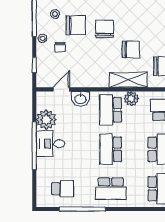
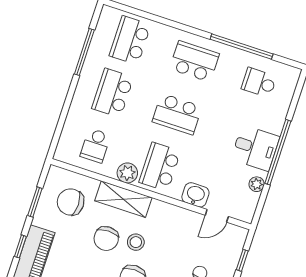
chair: (131, 50) -> (106, 239), turned -90
stool: (110, 54) -> (136, 242), added
school desk: (111, 110) -> (160, 167), turned 180
plant: (46, 120) -> (257, 184), width x0.53, depth x0.53
school desk: (111, 149) -> (177, 114), turned 90

